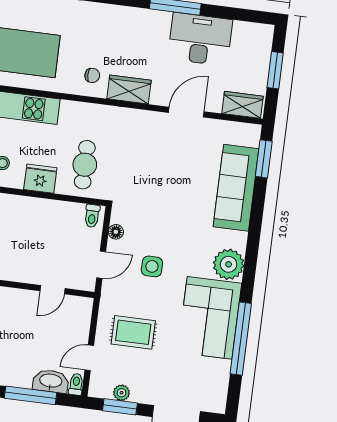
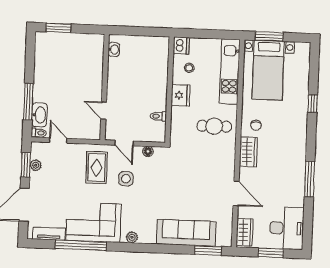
desk: (200, 39) -> (287, 228), moved
cafe table: (85, 165) -> (214, 126), moved
toilet: (92, 216) -> (158, 116), moved
plant: (229, 264) -> (132, 237), width x0.53, depth x0.53
rug: (133, 332) -> (97, 168), moved
tv unit: (220, 383) -> (49, 234), added

